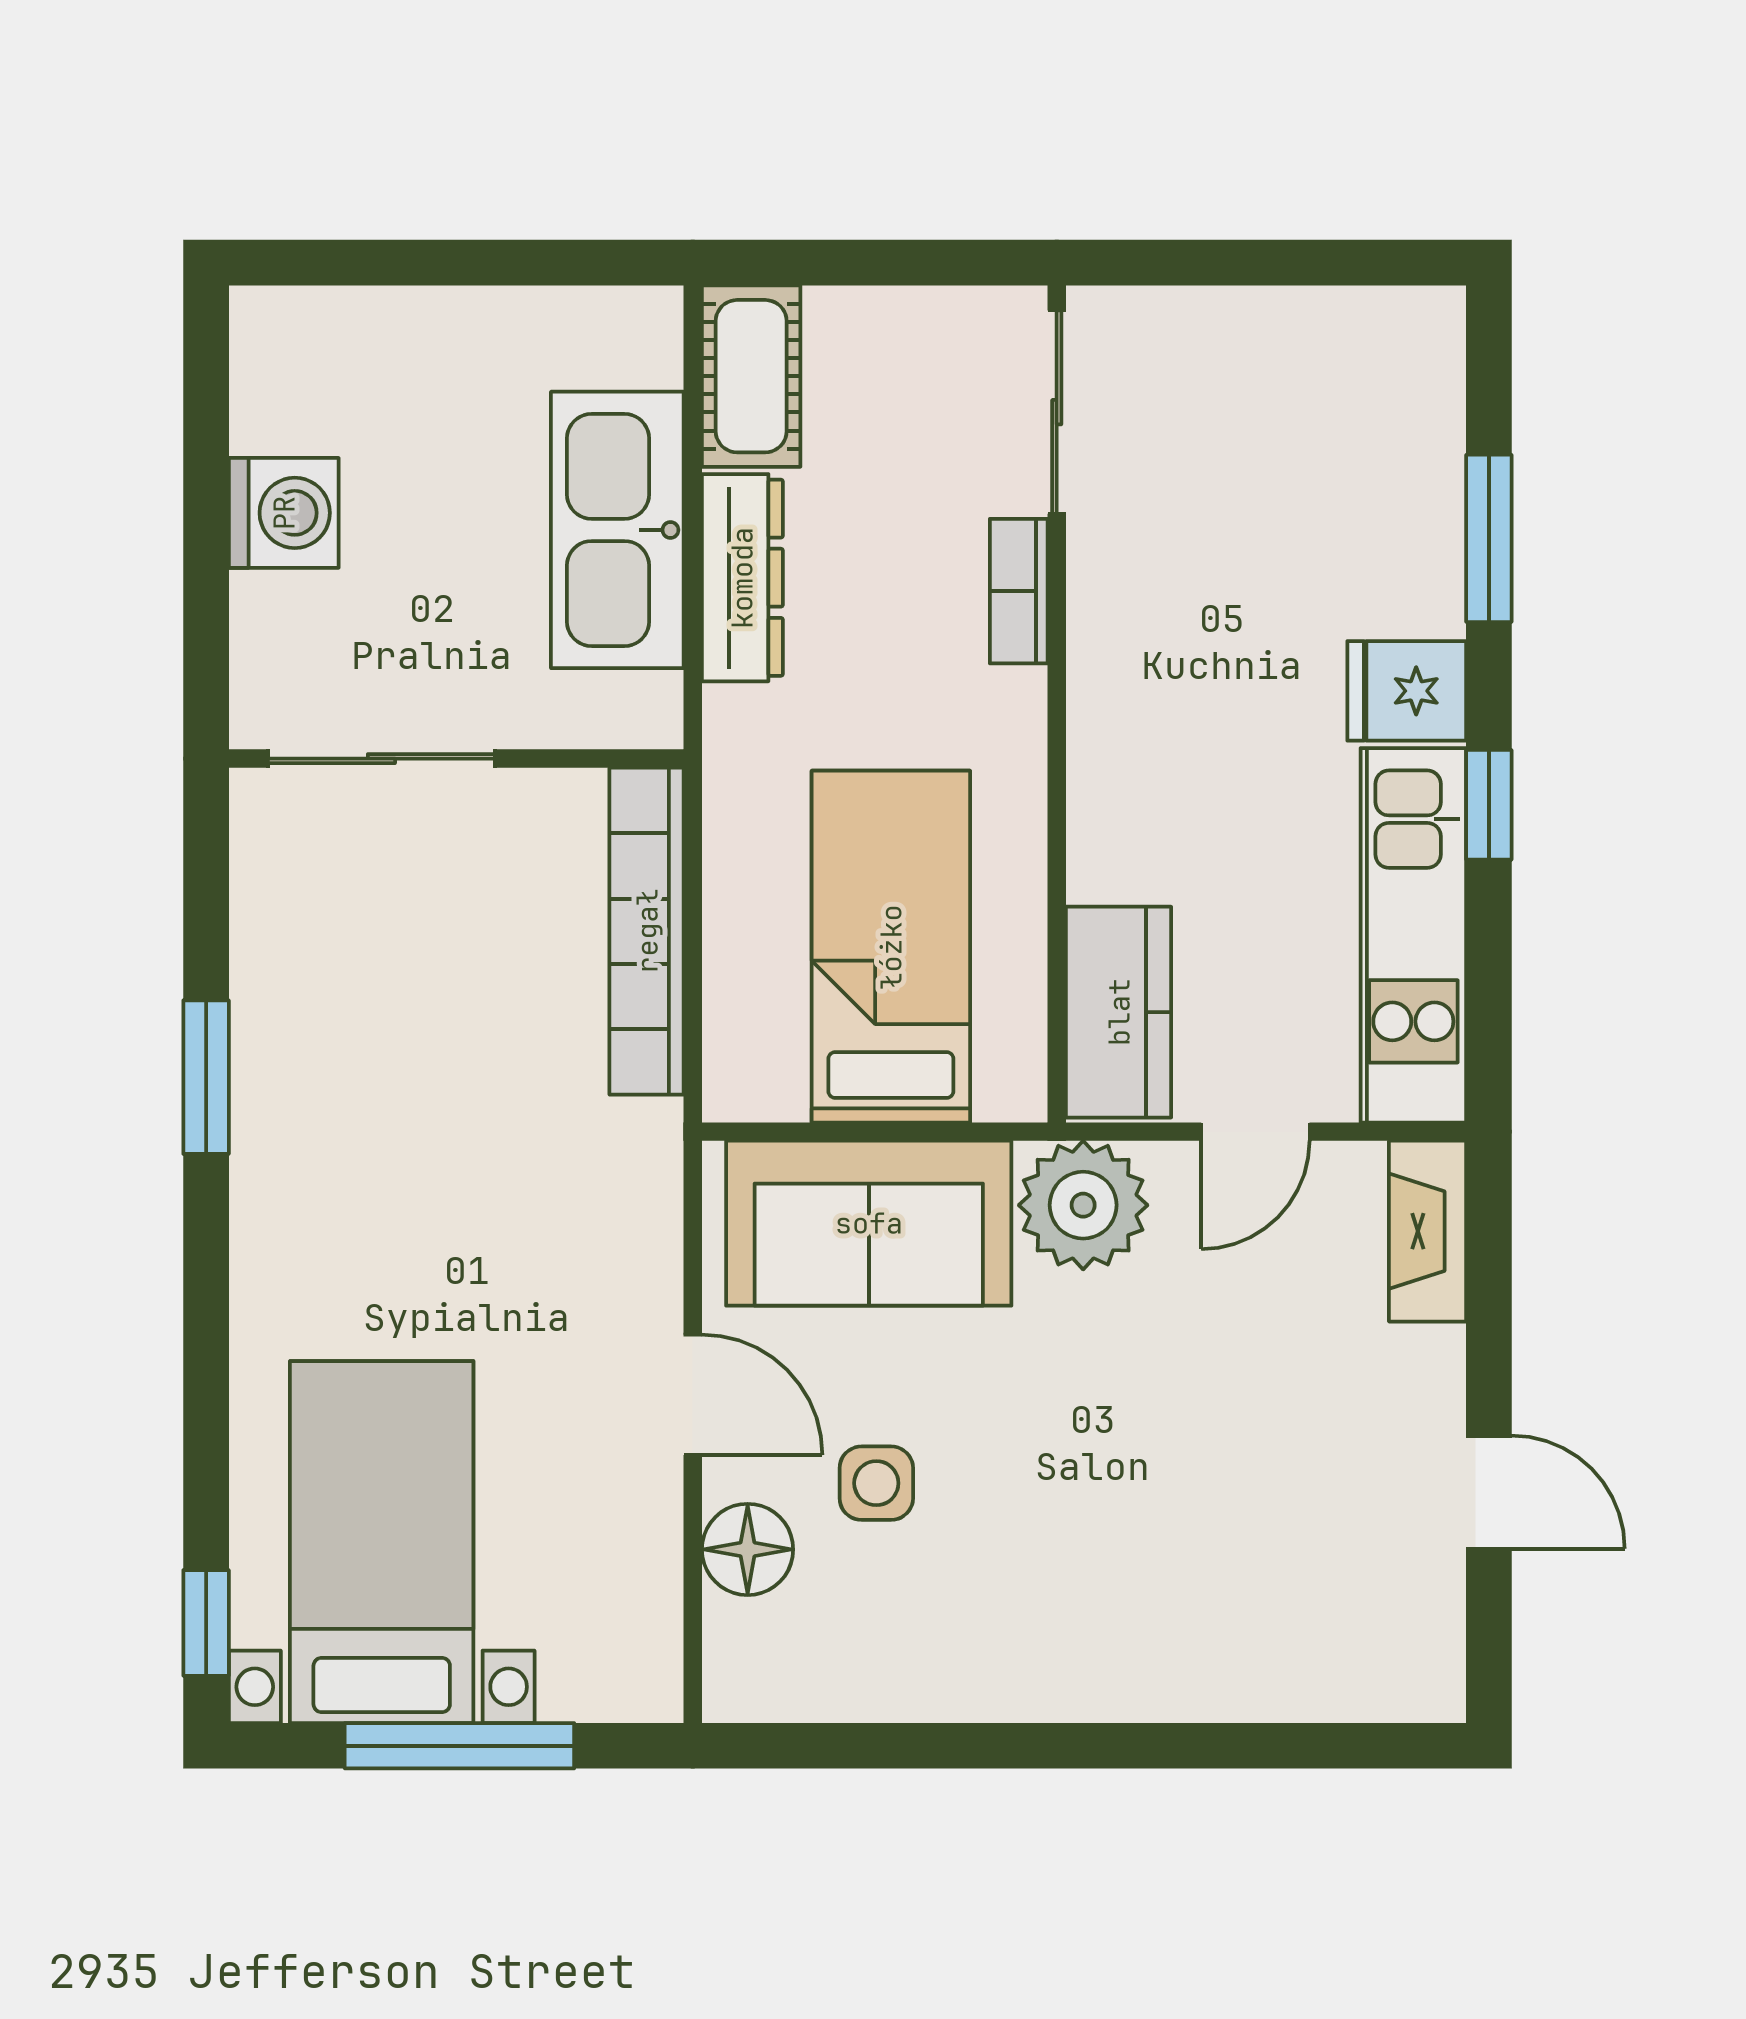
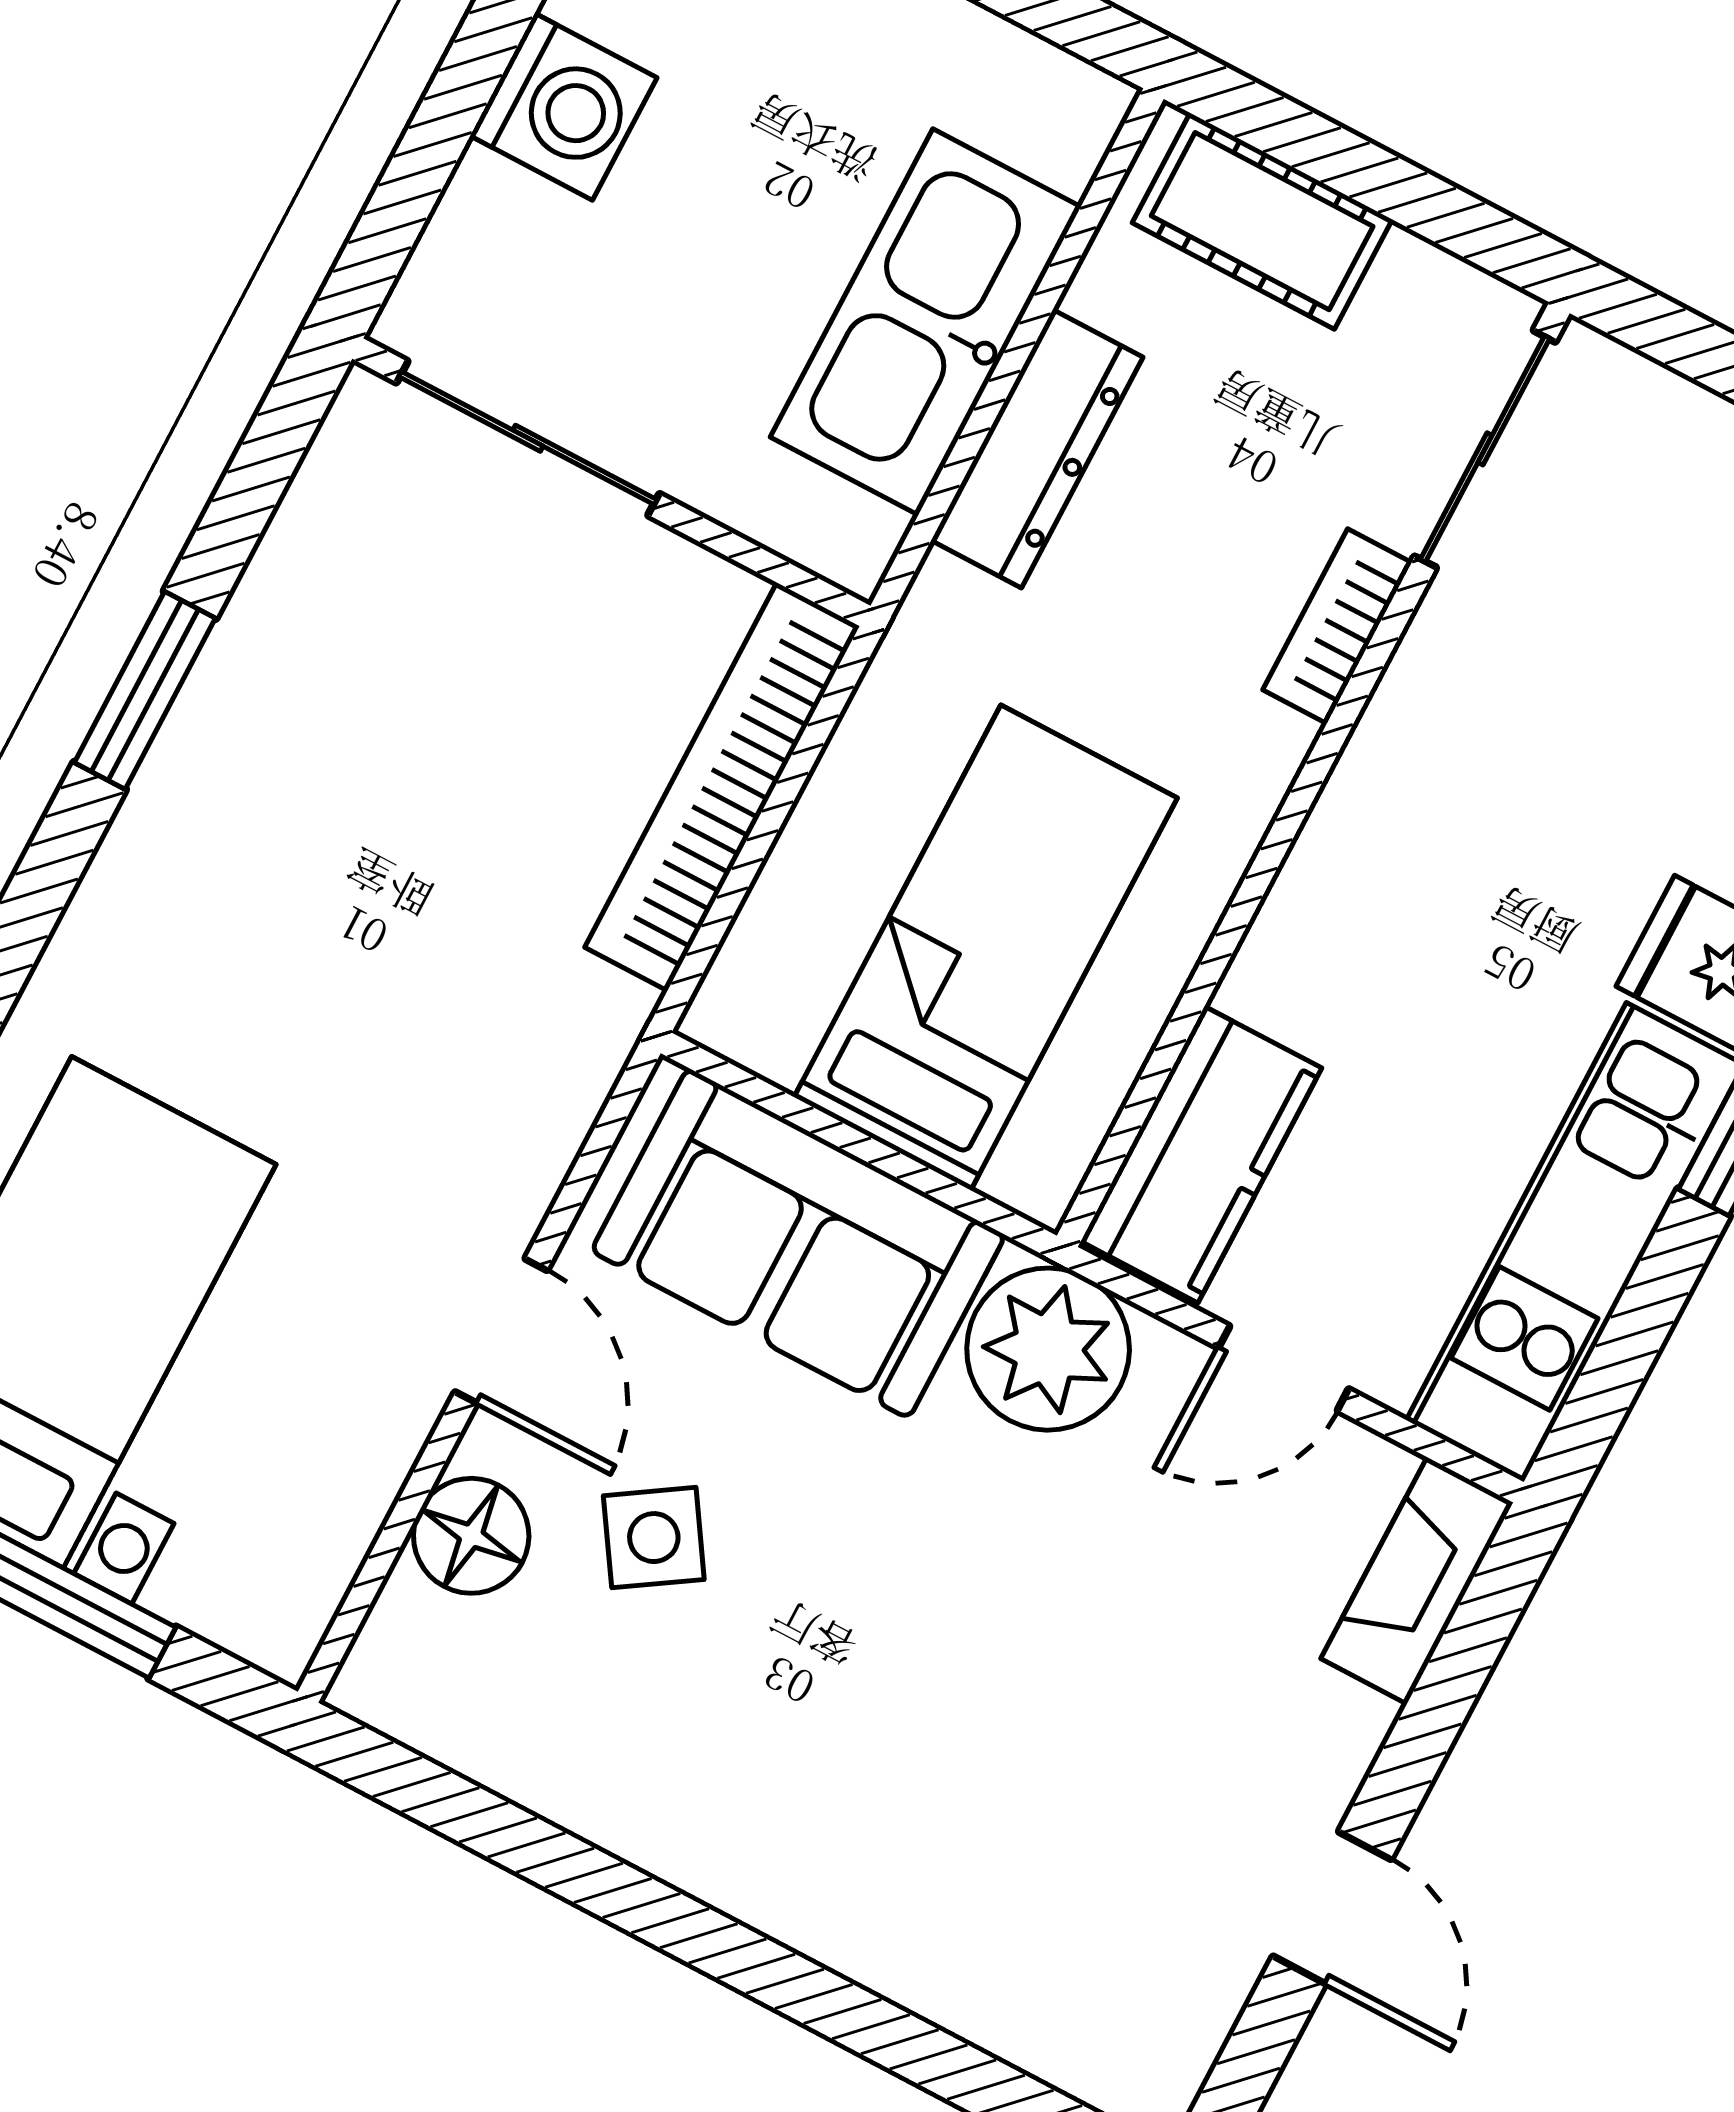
cot: (751, 376) -> (1262, 221), moved, turned 90
side table: (876, 1483) -> (654, 1538), turned -33

